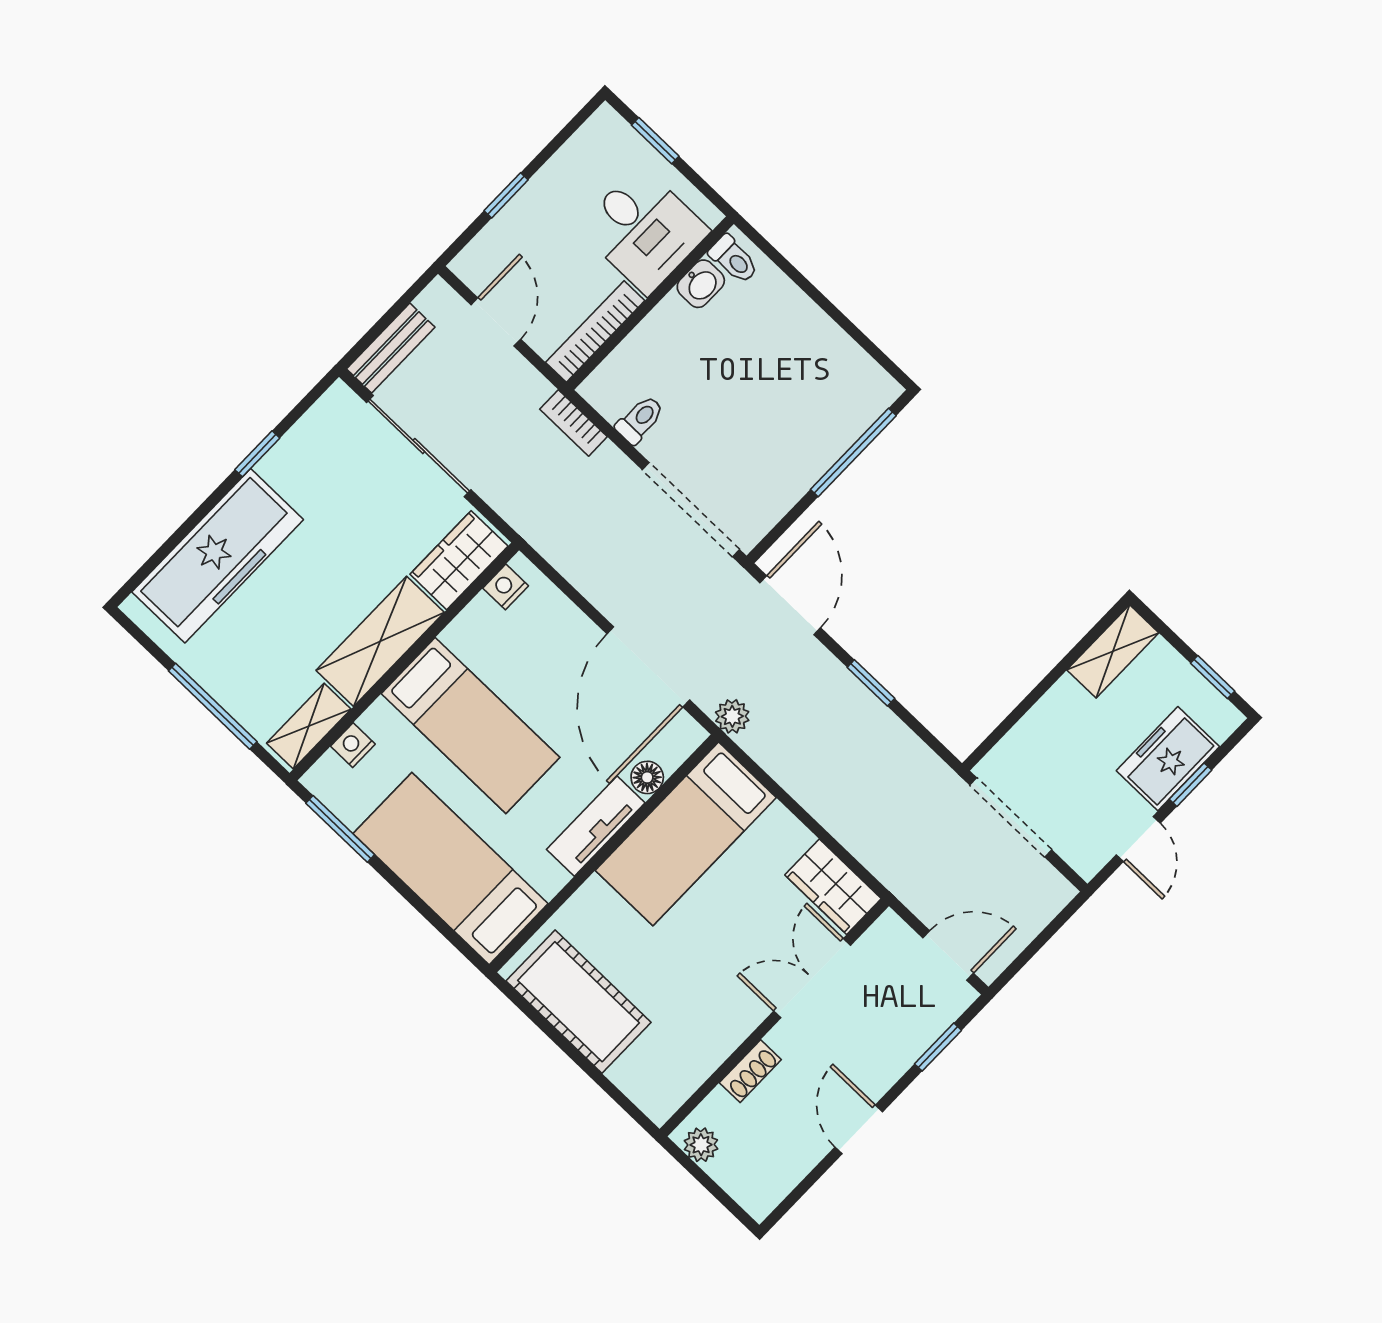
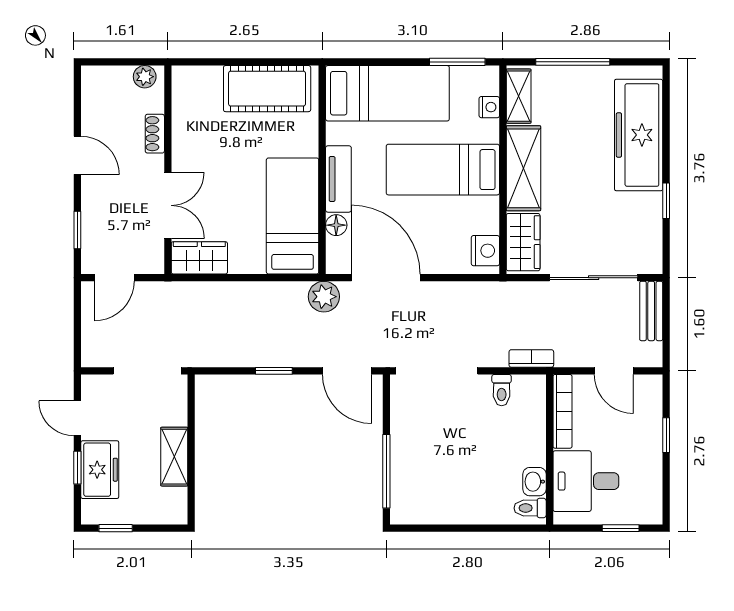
nightstand: (506, 587) -> (485, 251), width x1.39, depth x1.35
shelving: (1113, 651) -> (174, 457), moved
plant: (732, 716) -> (324, 297), width x1.38, depth x1.38

